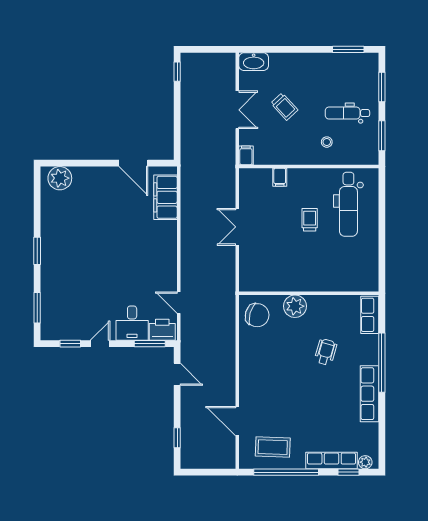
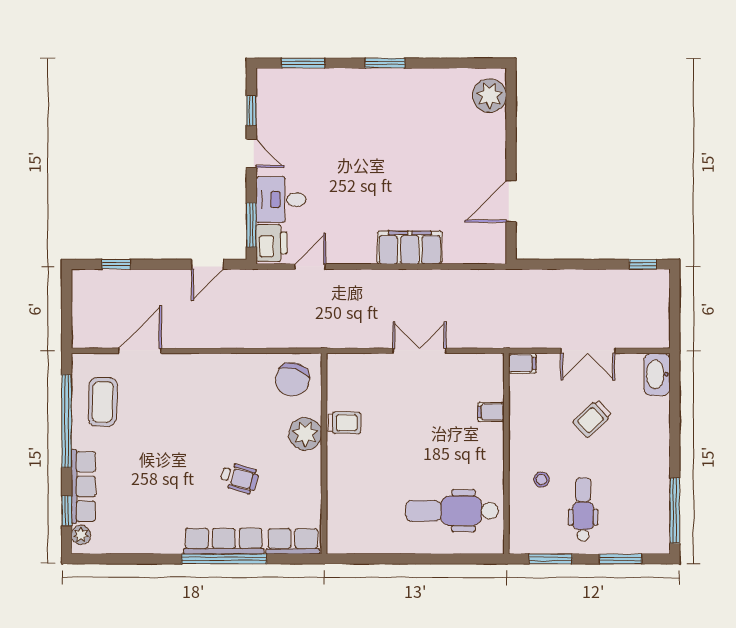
window: (348, 49) -> (675, 511), width x1.44
filing cabinet: (165, 197) -> (410, 248), moved
trolley: (310, 220) -> (344, 423), moved
row of seats: (370, 394) -> (224, 541), moved

